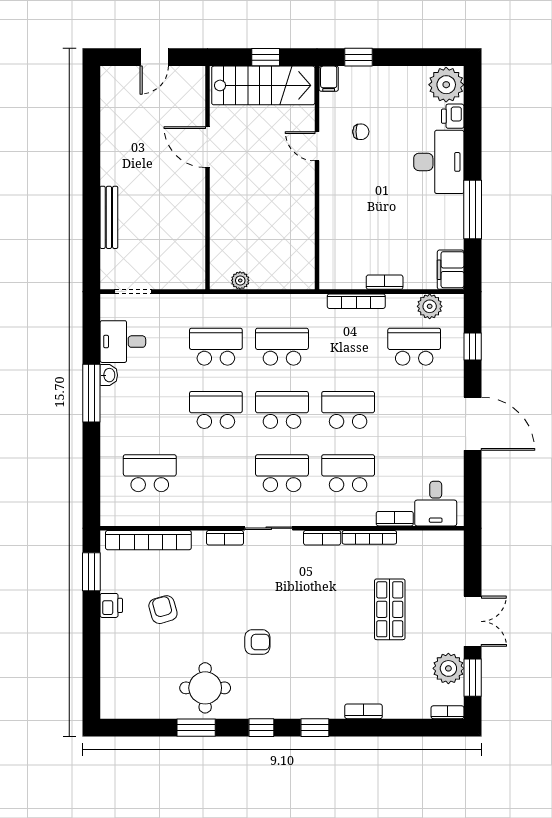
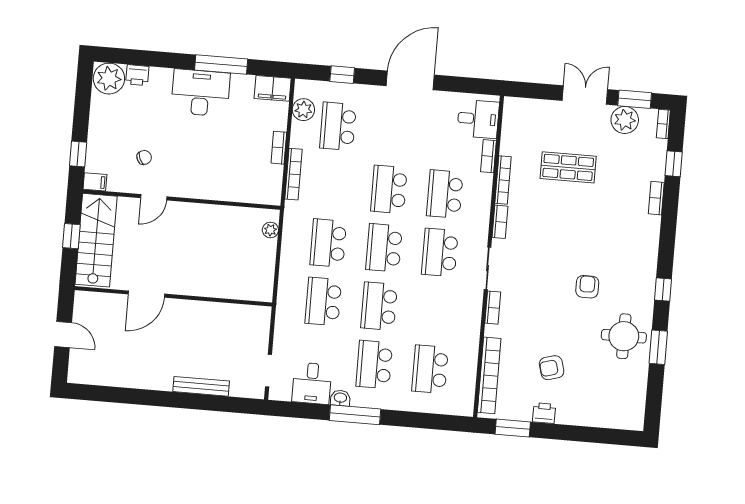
chair: (361, 132) -> (144, 157), turned 65
desk: (439, 162) -> (200, 93), moved
plant: (240, 280) -> (270, 230), moved
school desk: (150, 410) -> (374, 365), added
window: (315, 728) -> (674, 164), moved

